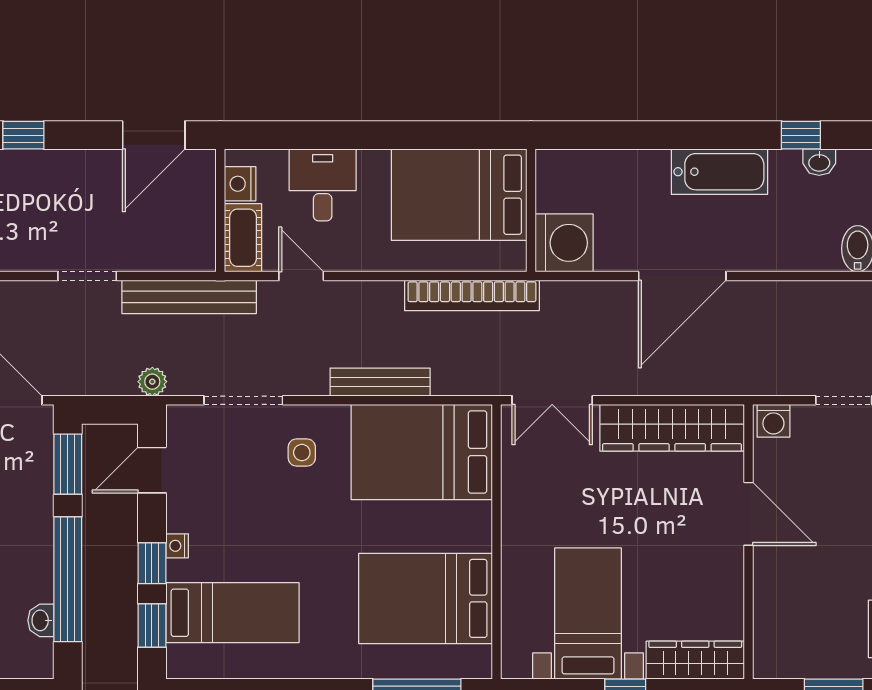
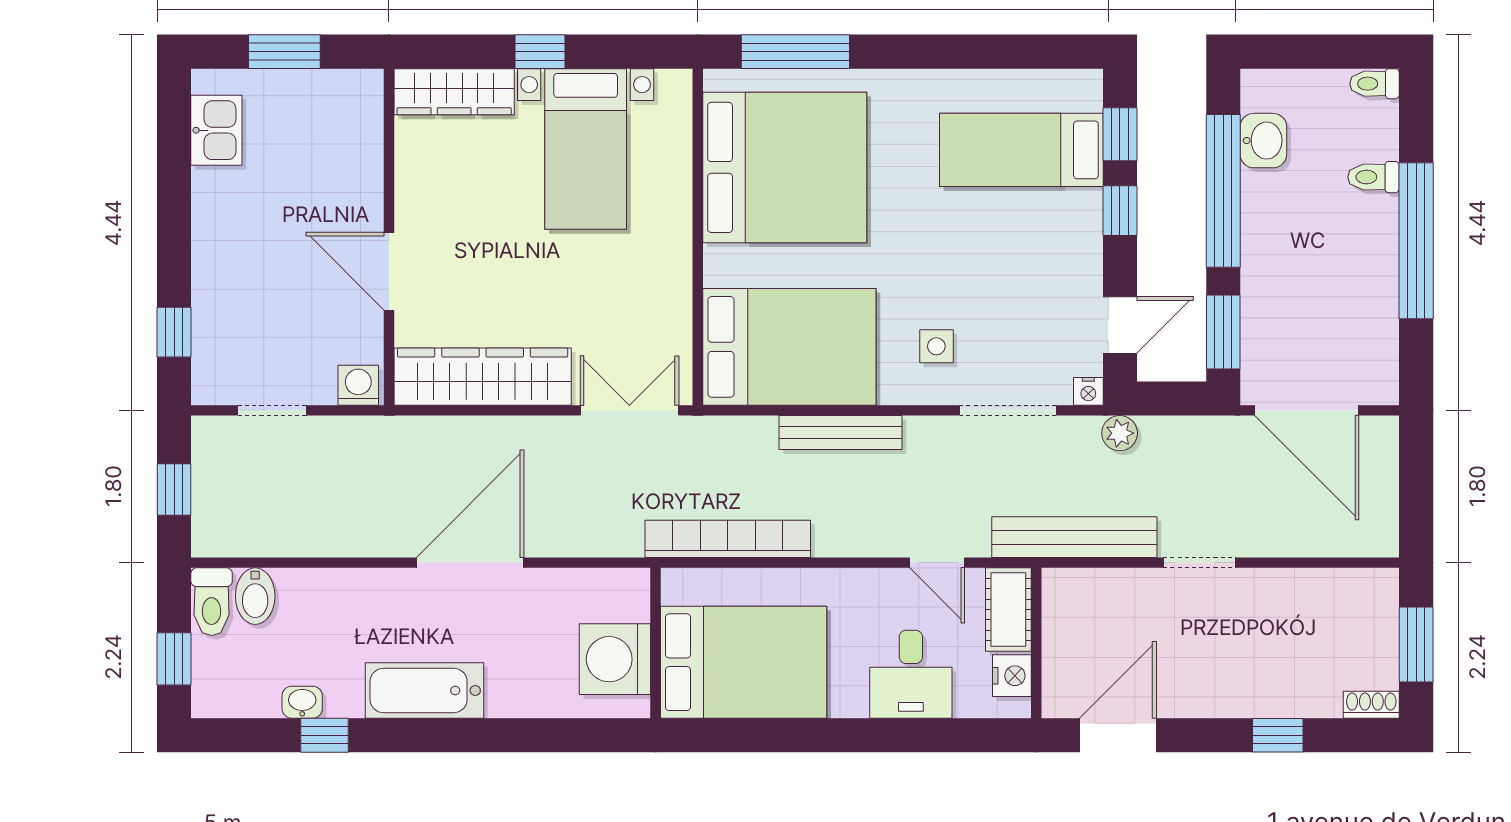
washing machine: (564, 243) -> (615, 659), moved
nightstand: (177, 546) -> (1088, 391), moved, turned 90
bed: (426, 598) -> (785, 167), width x1.36
washbasin: (41, 620) -> (1263, 141), width x1.38, depth x1.45

